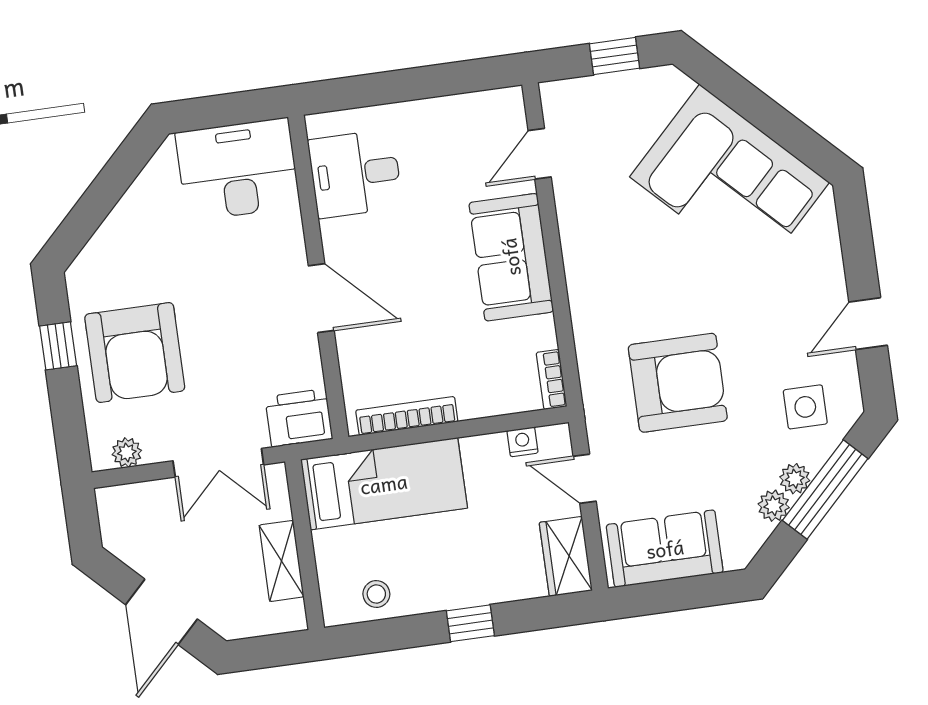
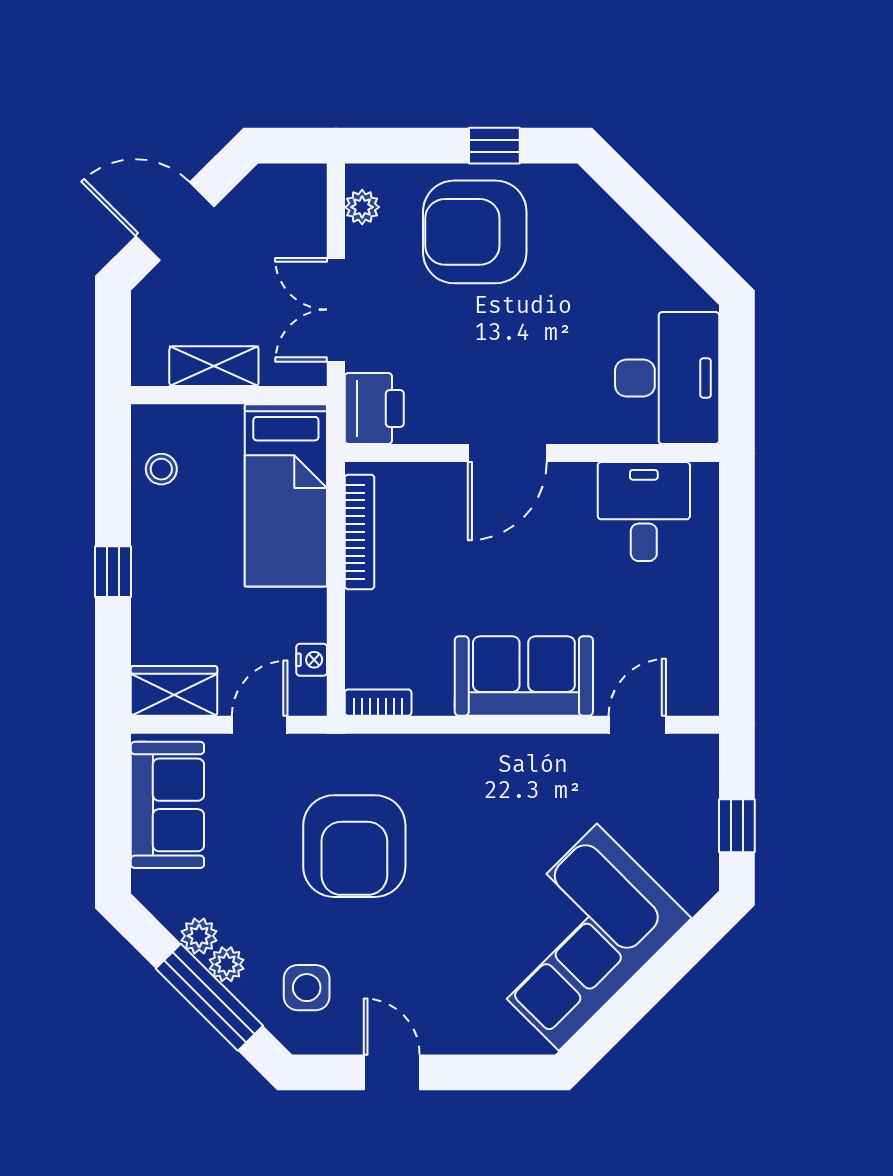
door: (540, 154) -> (637, 725), hinge flipped

